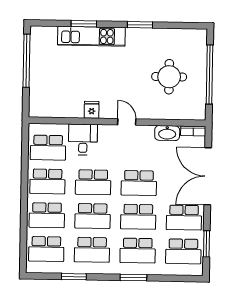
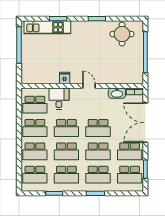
kitchen unit: (91, 36) -> (47, 27), moved
round table: (169, 77) -> (122, 34), moved

